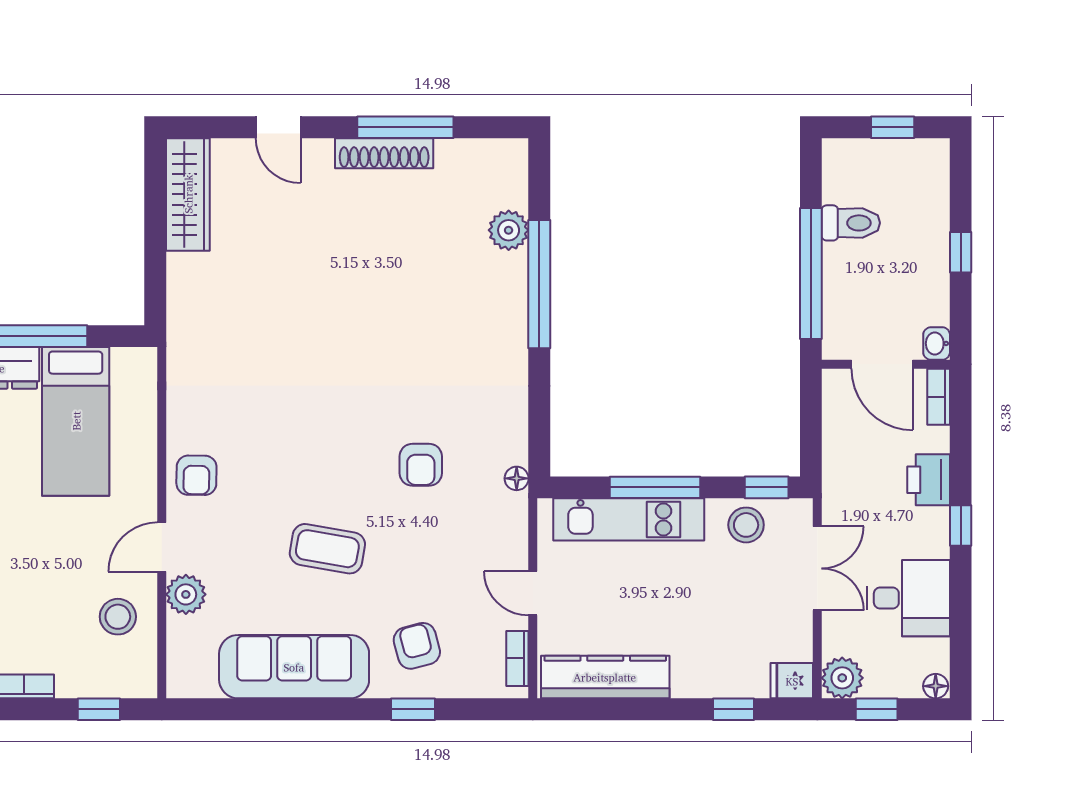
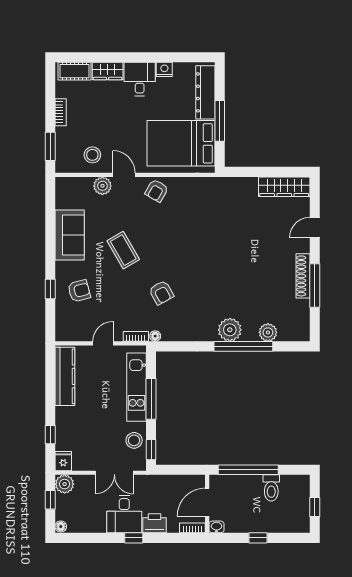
plant: (503, 314) -> (230, 330), added
bed: (76, 421) -> (181, 143), width x1.50
armchair: (421, 465) -> (161, 293), turned -119
armchair: (196, 475) -> (157, 191), turned -61
coffee table: (327, 549) -> (123, 250), turned -40
desk: (909, 598) -> (124, 514), moved
bookcase: (517, 658) -> (136, 336), moved
sofa: (294, 667) -> (70, 235), width x0.73
window: (99, 709) -> (50, 146), width x1.50

